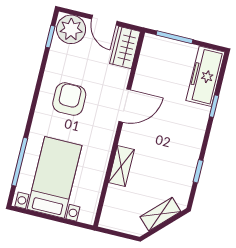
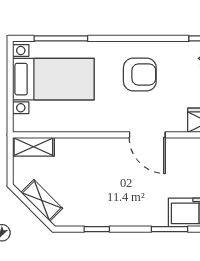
window: (214, 106) -> (170, 229), width x1.50
shelving: (121, 166) -> (33, 147), moved

